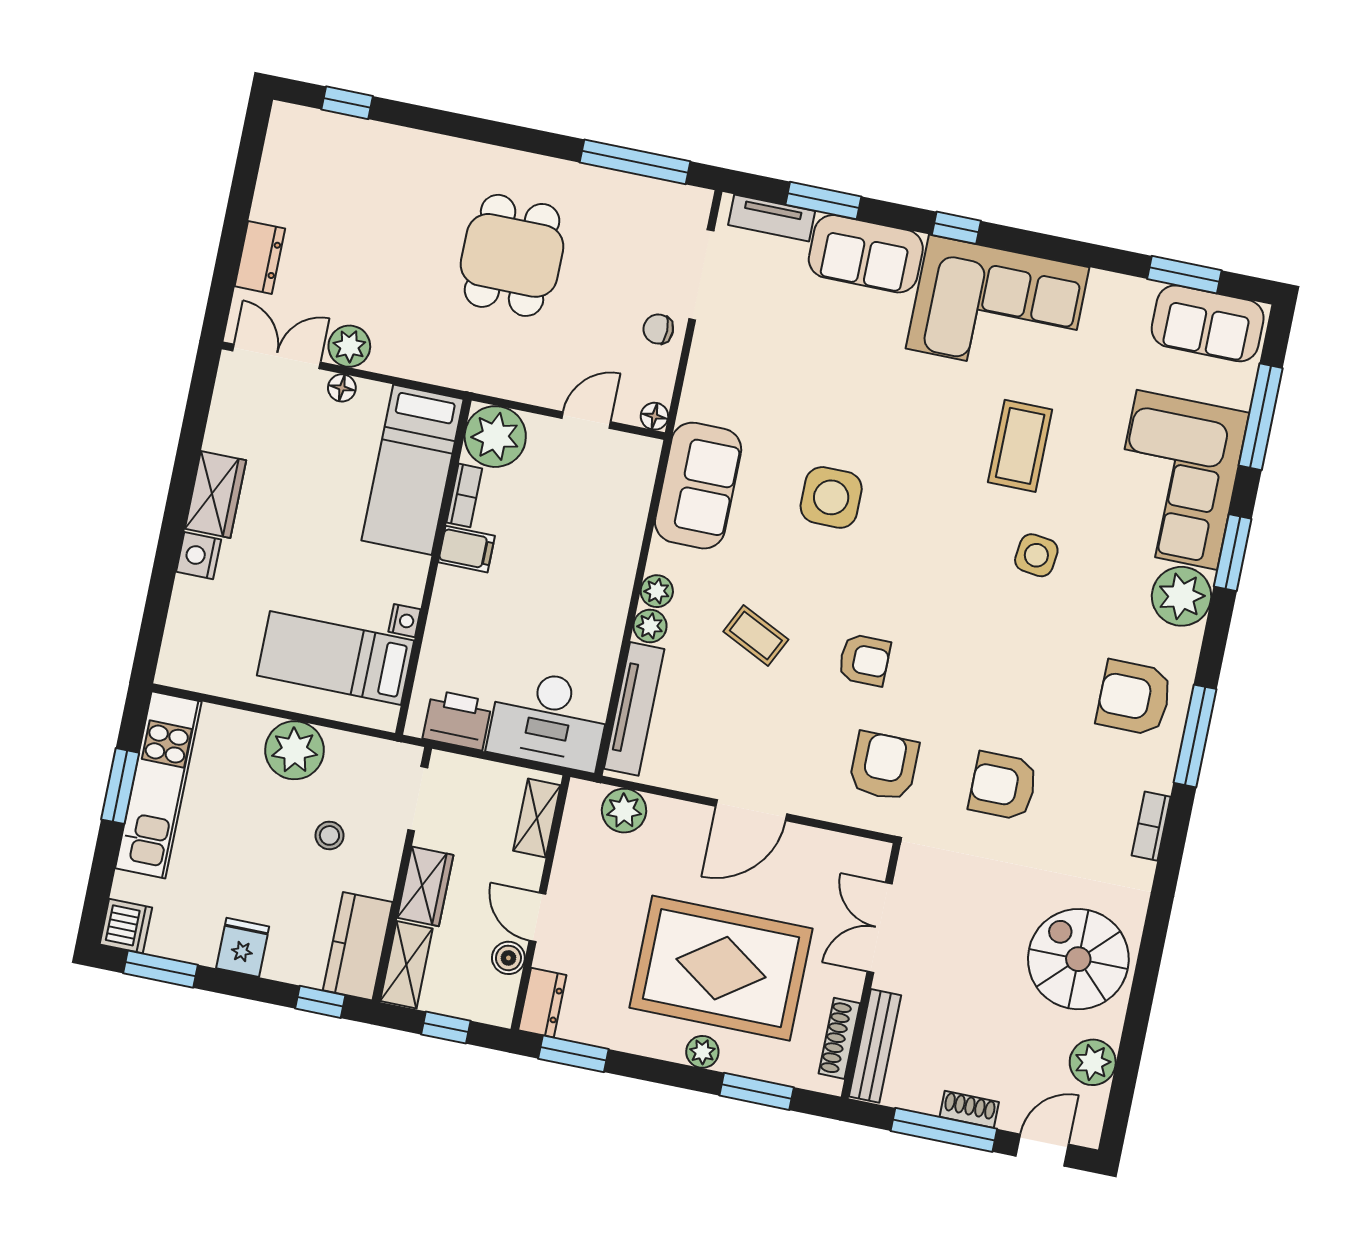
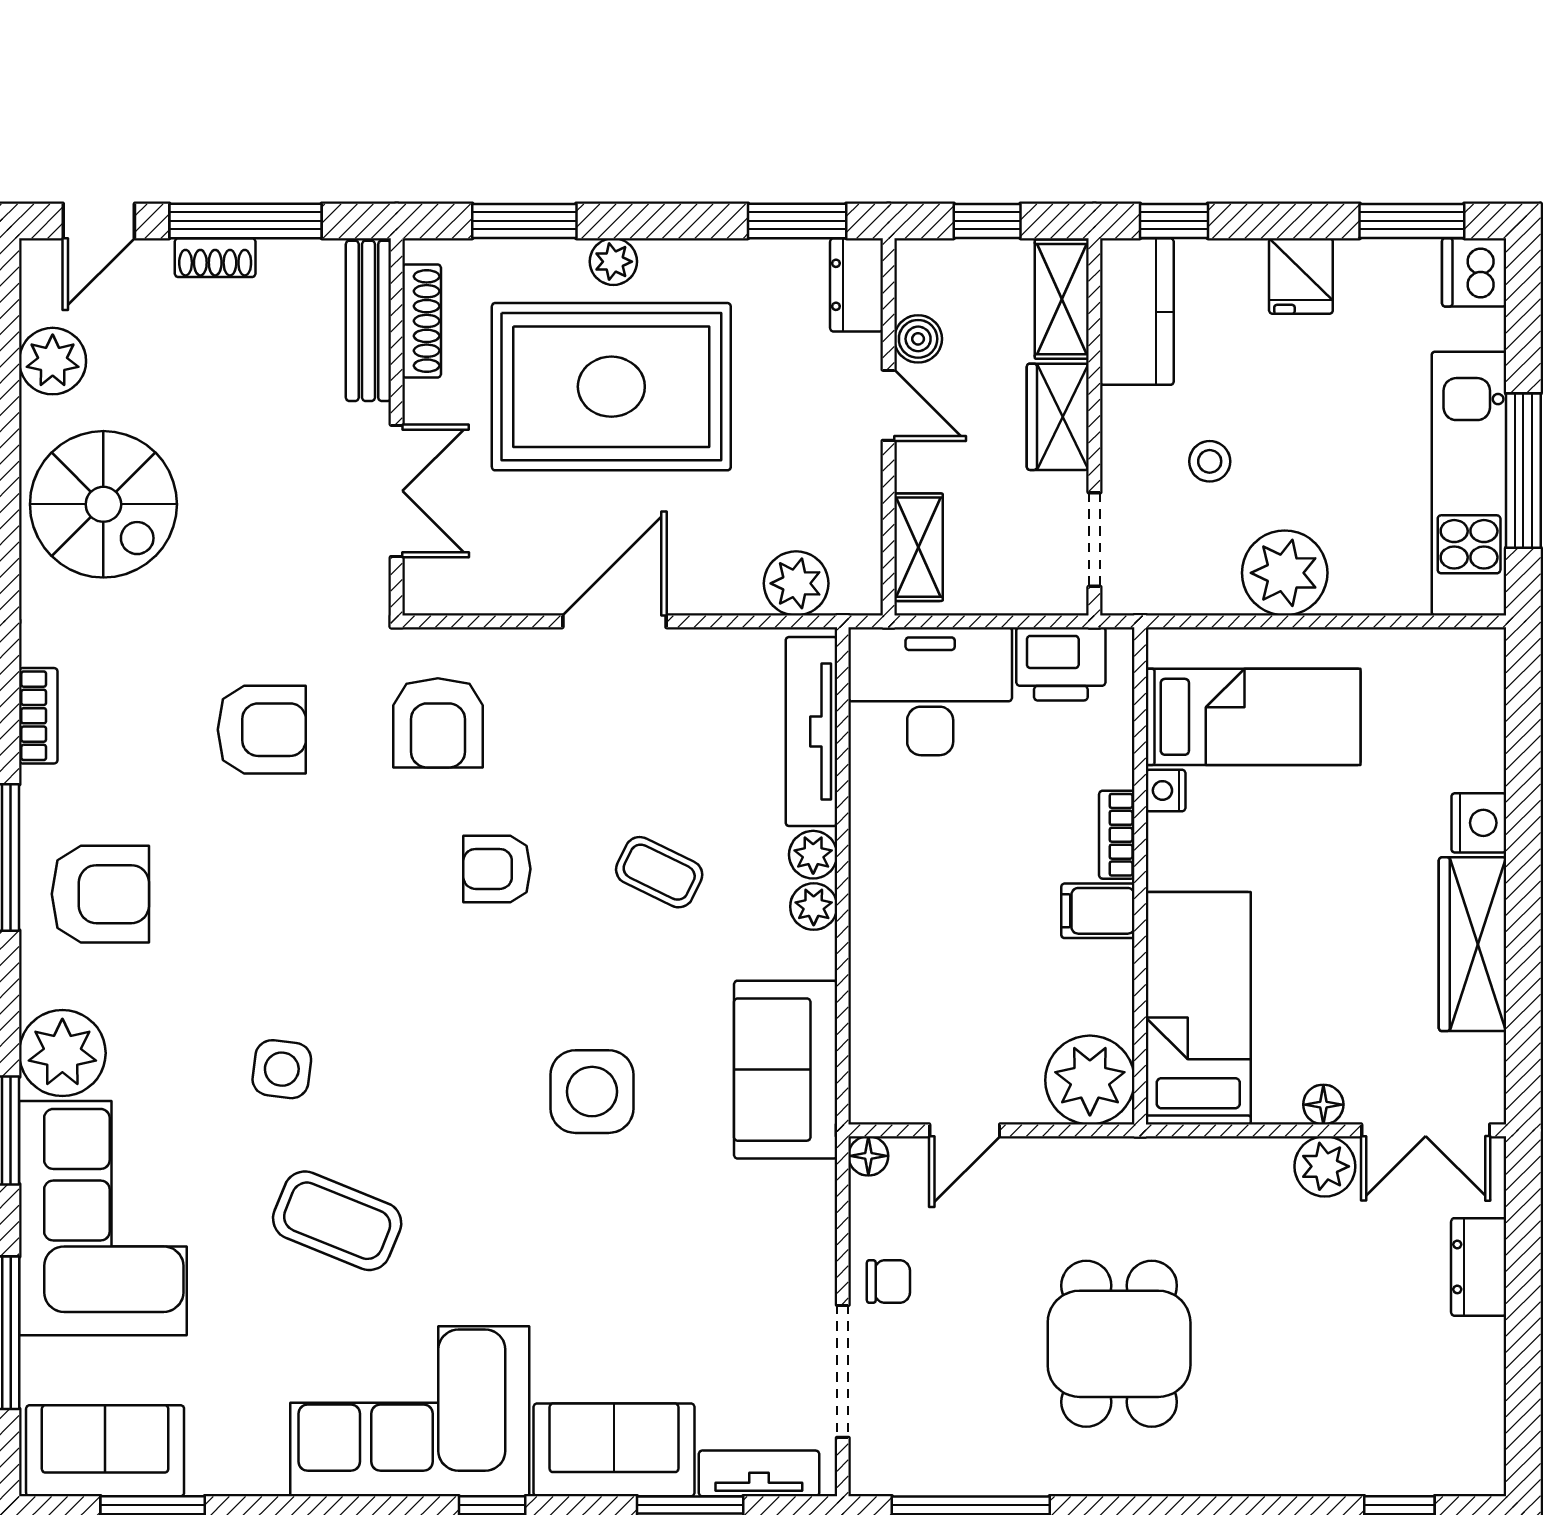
coffee table: (1020, 446) -> (337, 1221), turned -68
wardrobe: (216, 494) -> (1473, 944), width x1.50
bookcase: (464, 495) -> (1117, 835), moved
window: (120, 786) -> (1523, 471), width x1.44

